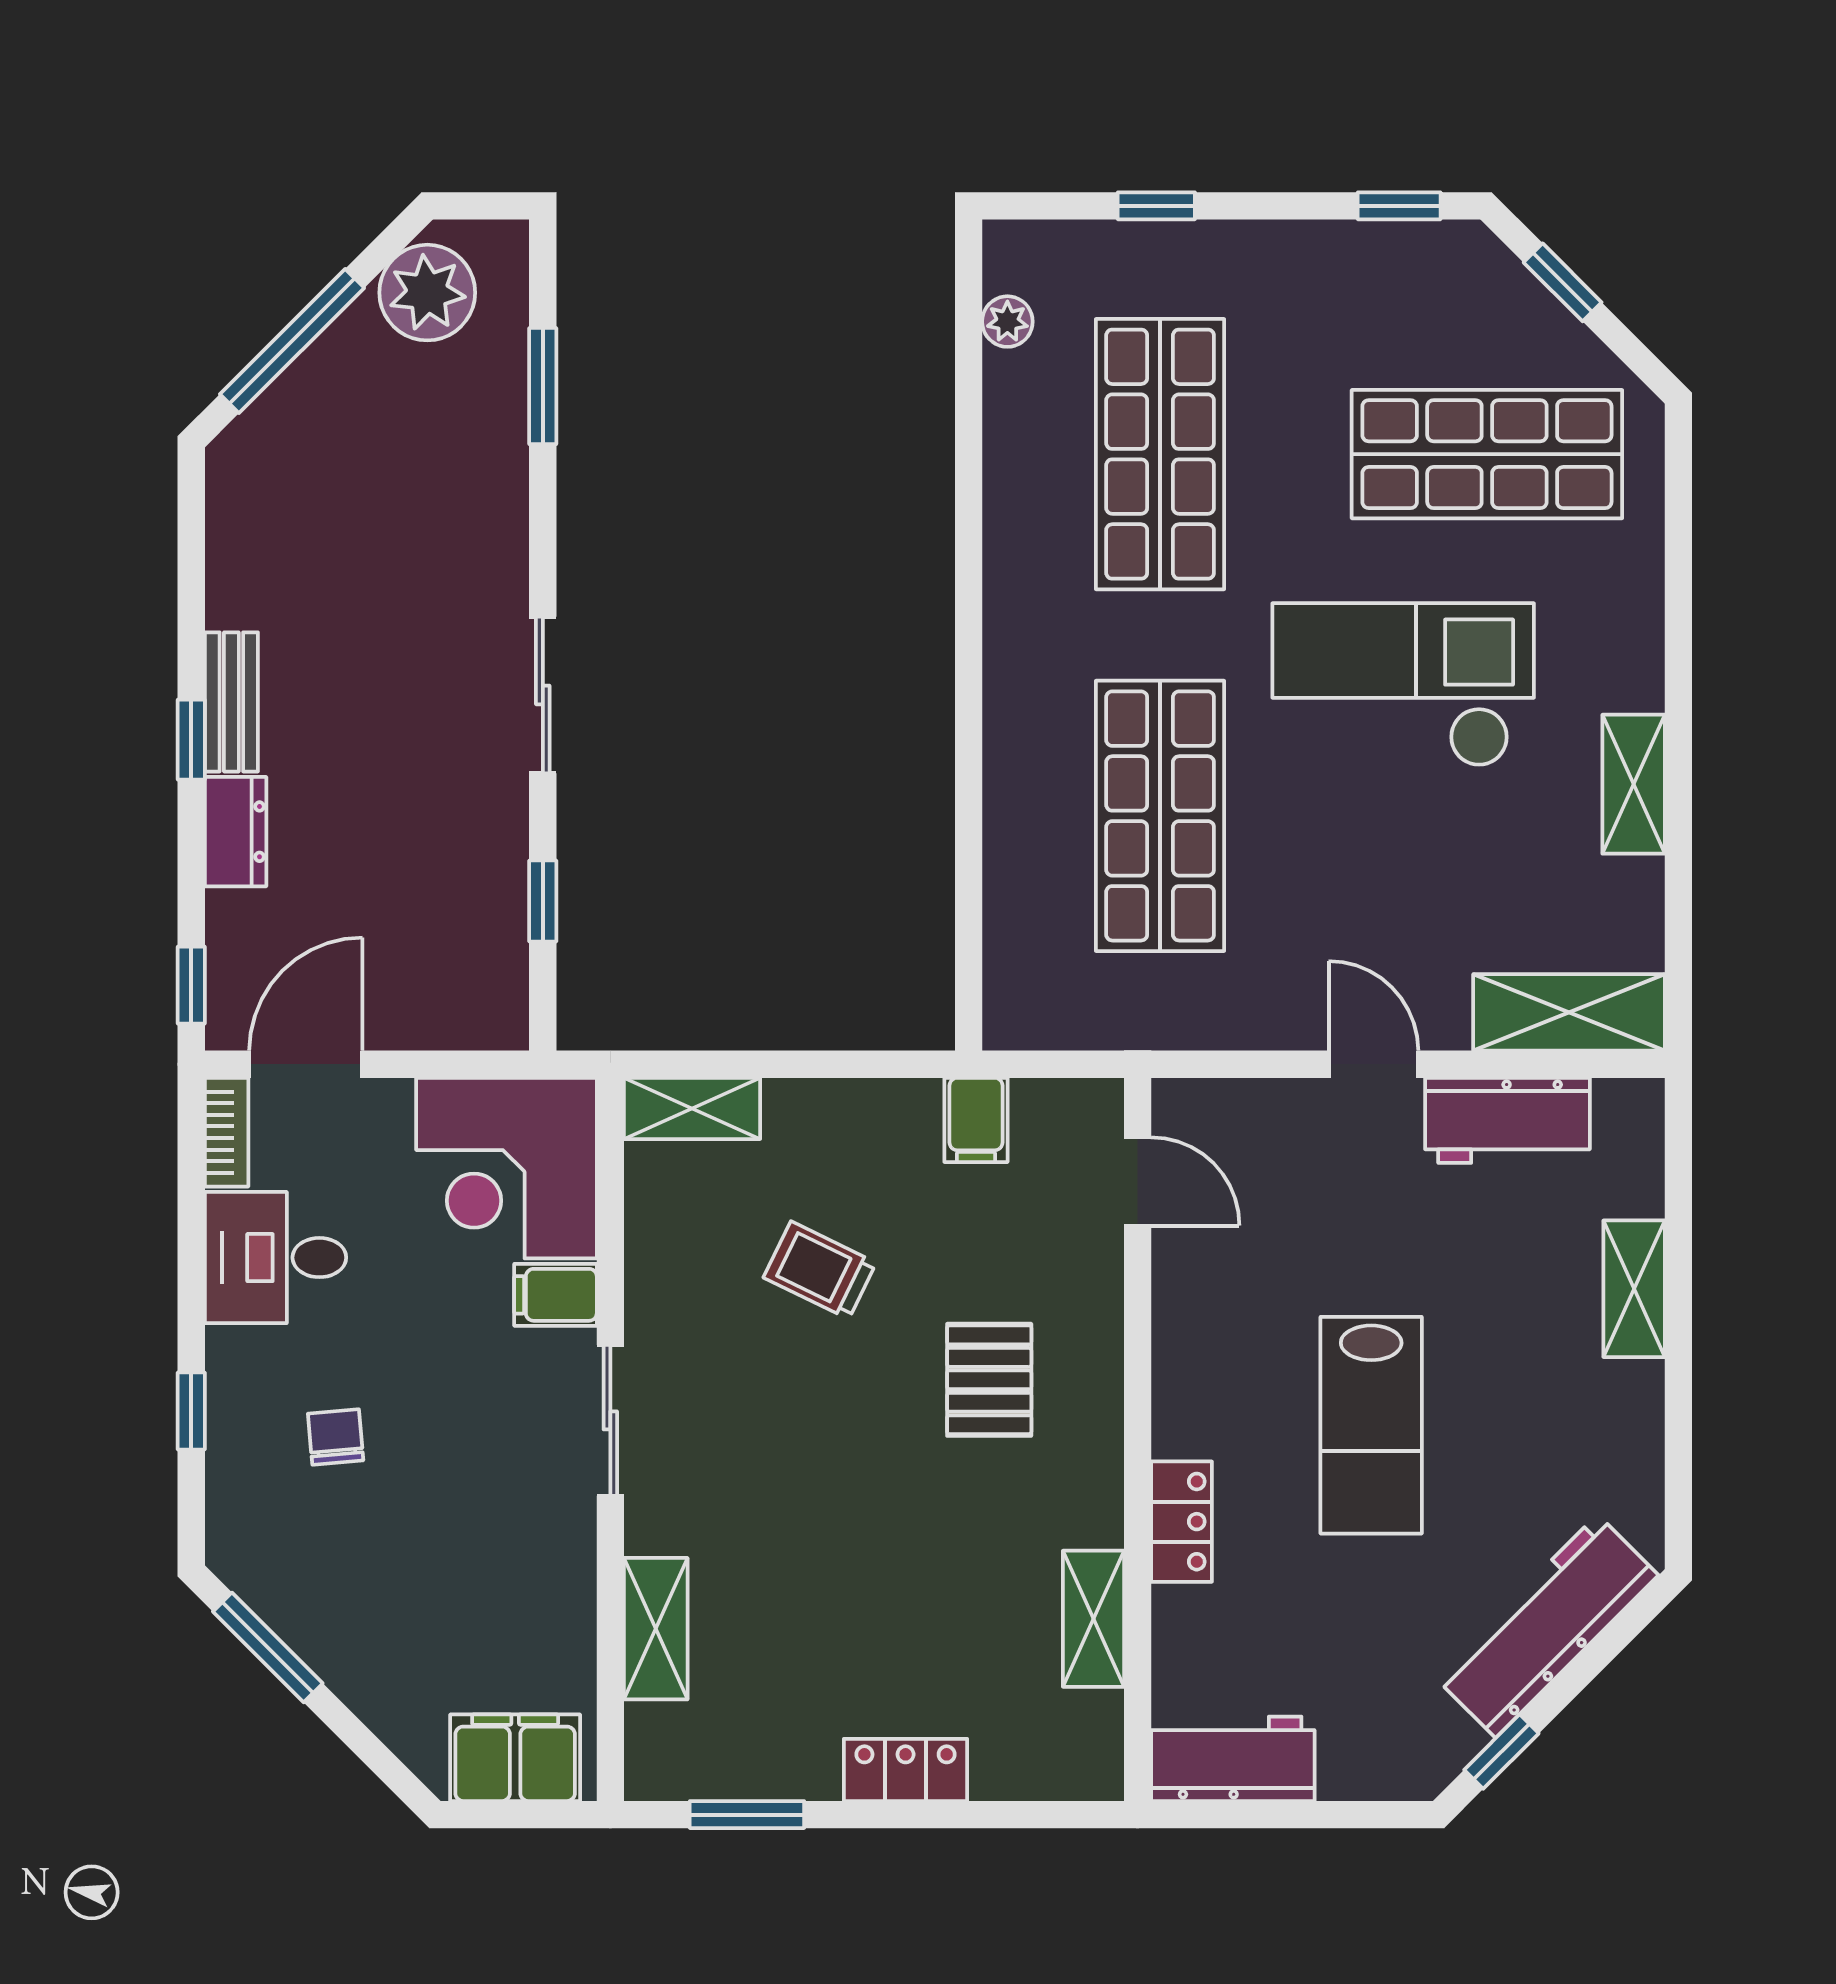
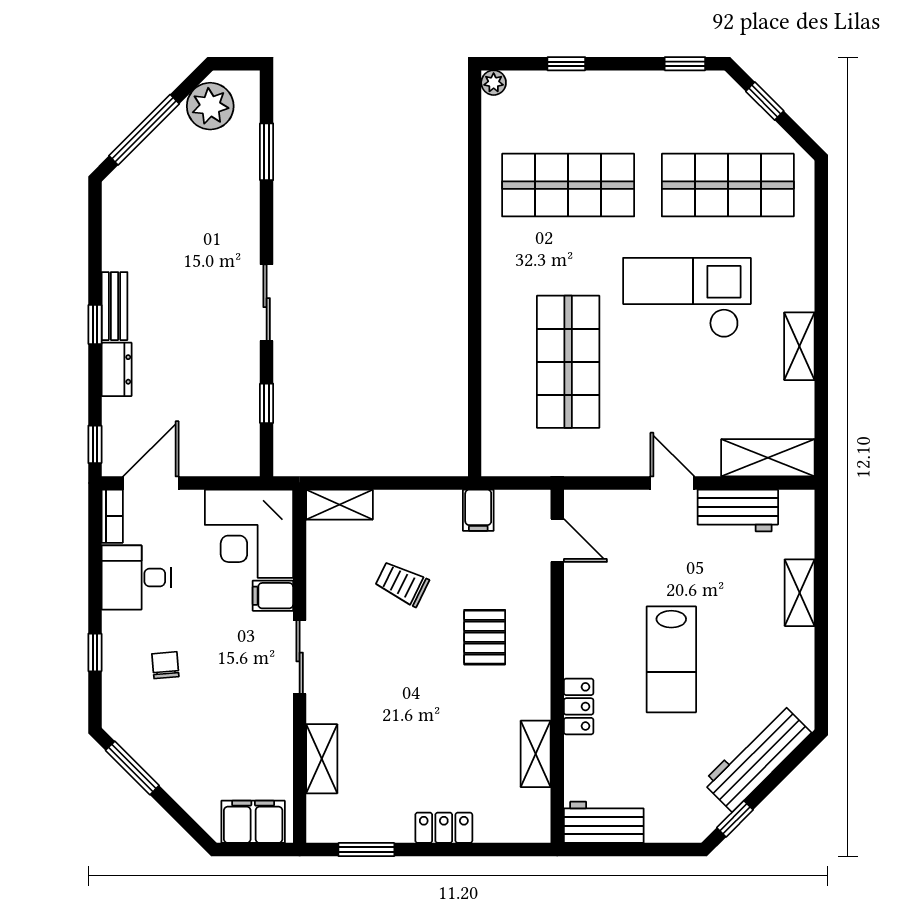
plant: (1007, 322) -> (494, 83), moved
shop shelf: (1160, 454) -> (568, 185), turned 90

